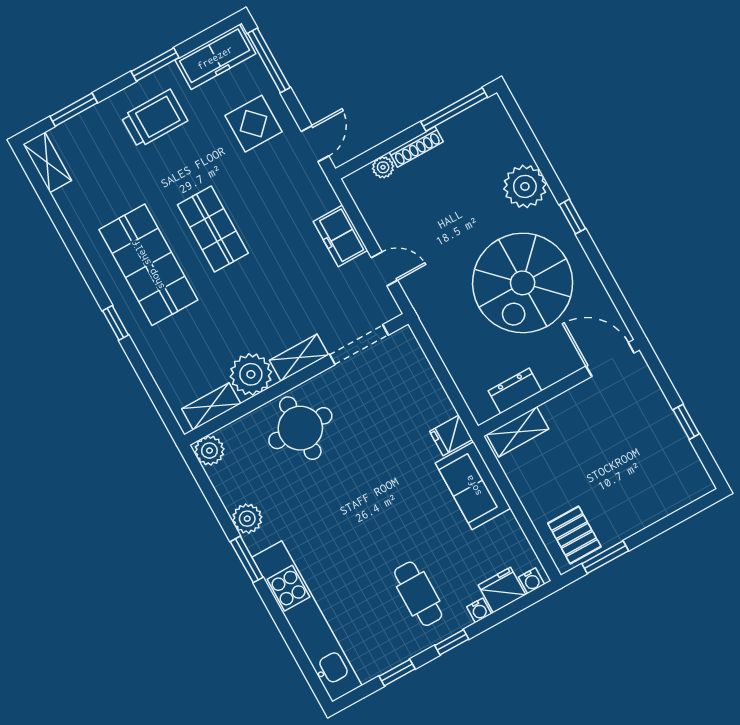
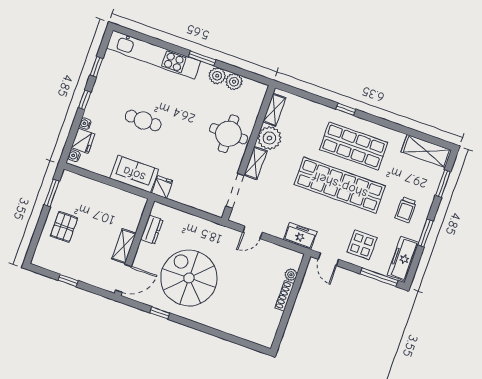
window: (454, 109) -> (283, 326), removed
trolley: (154, 119) -> (406, 210), width x0.73, depth x0.72
shelving: (47, 162) -> (426, 151), width x1.50, depth x1.33
plant: (525, 186) -> (224, 320), removed
window: (572, 217) -> (160, 313), moved
shop shelf: (213, 229) -> (340, 185), width x2.00, depth x1.36
freezer: (341, 236) -> (300, 236), moved
shelving: (518, 432) -> (124, 246), moved
plant: (209, 451) -> (234, 82), moved
pallet: (574, 535) -> (64, 227), moved, turned 90
cafe table: (418, 594) -> (143, 120), moved

